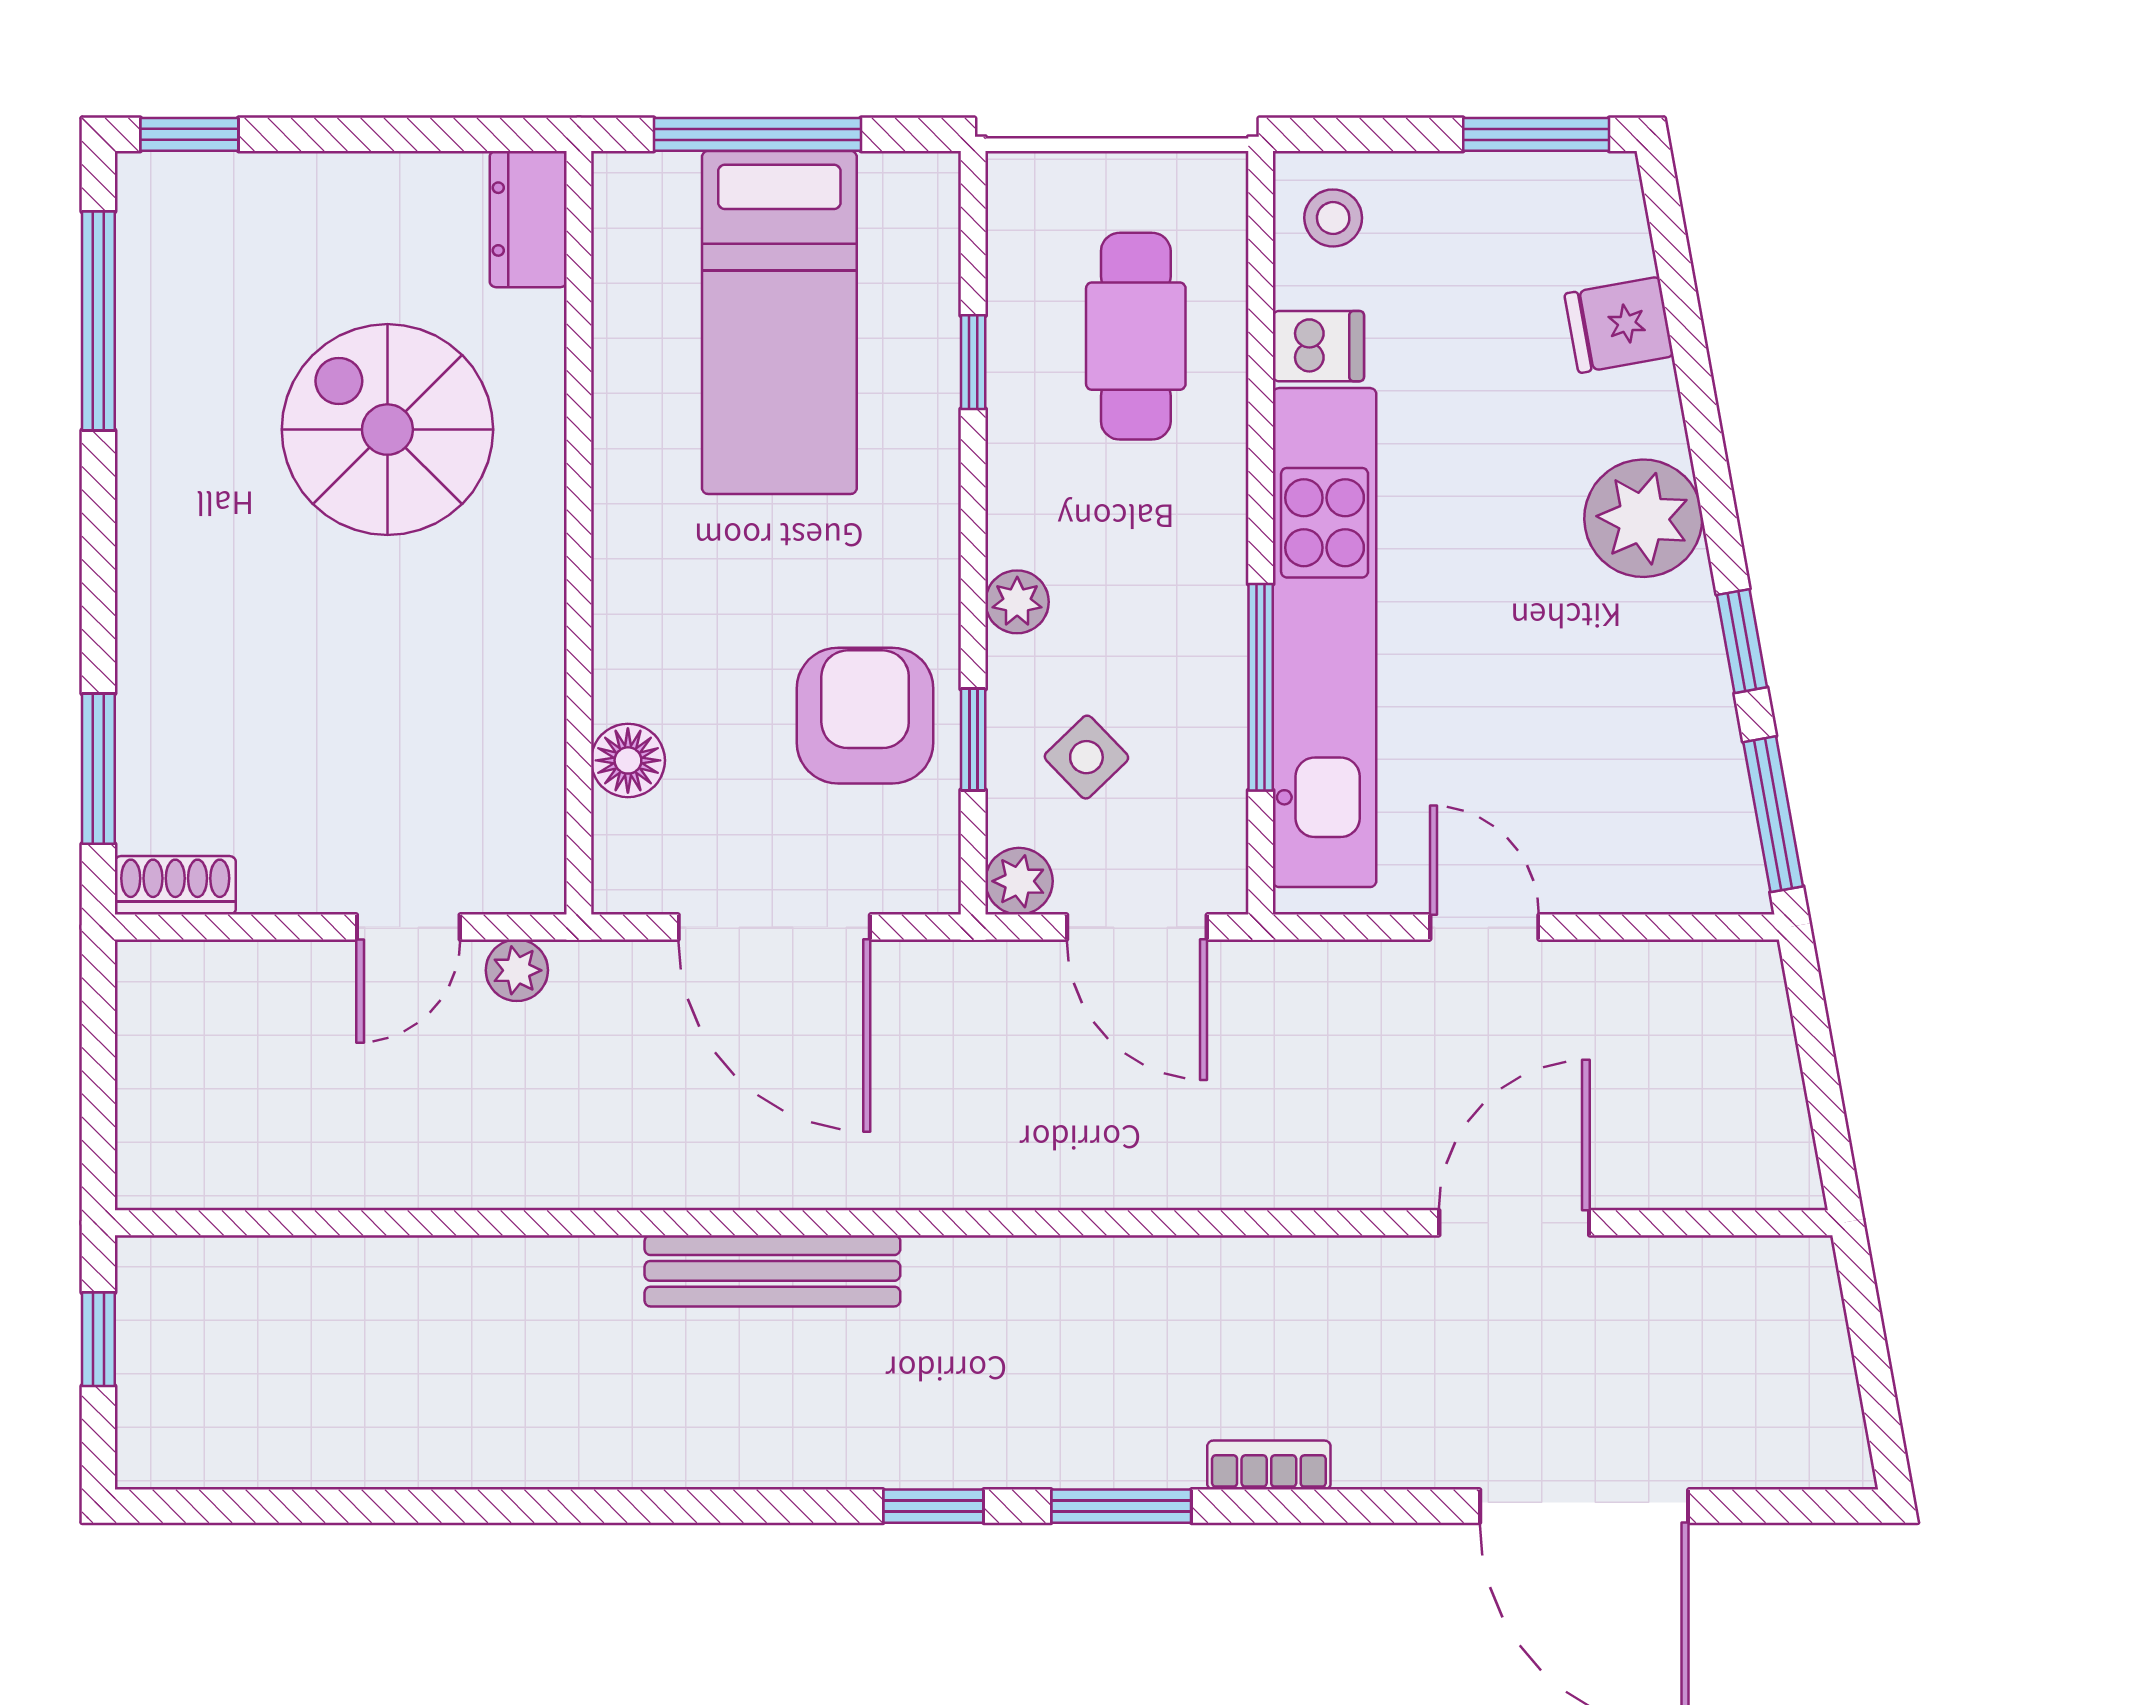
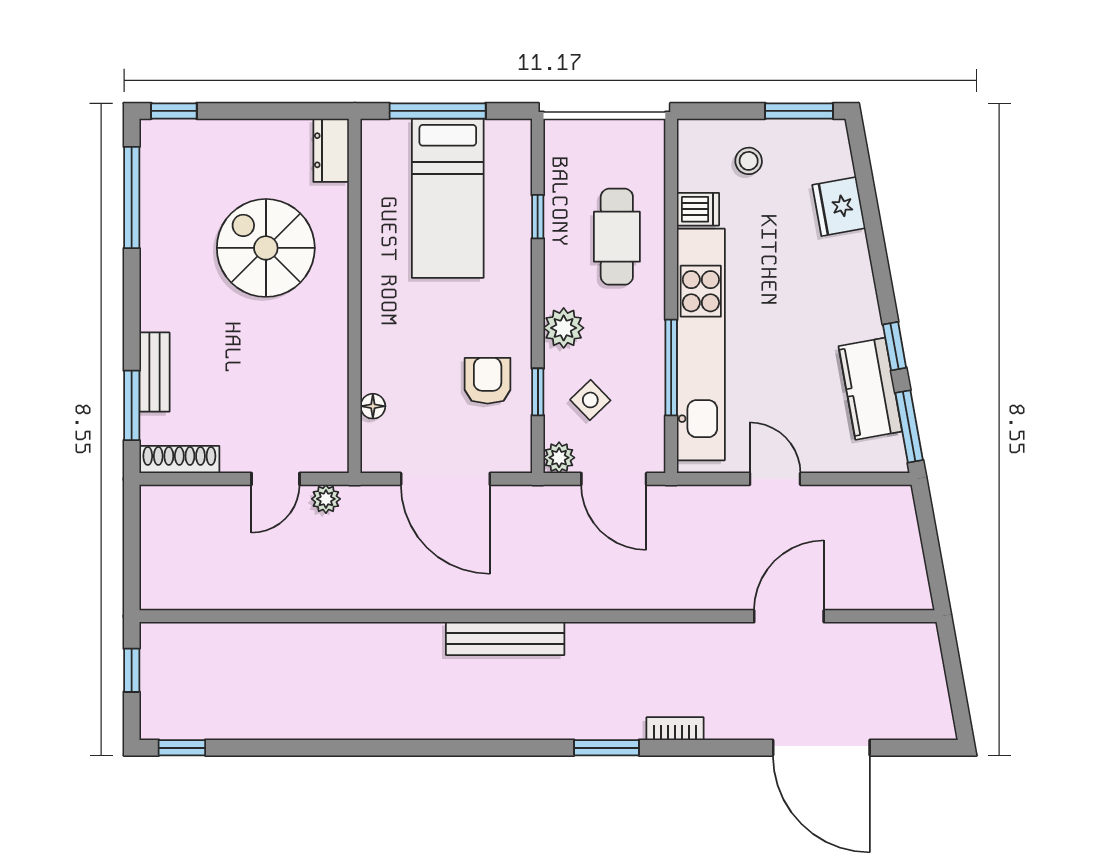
stool: (1333, 218) -> (749, 161), moved
fridge: (1619, 325) -> (839, 207), width x1.38
cafe table: (1136, 336) -> (617, 237), moved
plant: (1643, 518) -> (849, 289), removed
plant: (1017, 602) -> (564, 328), width x1.38, depth x1.38
bench: (147, 697) -> (154, 372), added
armchair: (865, 716) -> (488, 381), width x0.72, depth x0.72
kitchen counter: (1690, 733) -> (870, 389), added
floor lamp: (628, 760) -> (373, 406), width x0.73, depth x0.73
shoe rack: (175, 885) -> (179, 460), width x1.43
bench: (772, 1271) -> (505, 638), moved
window: (933, 1506) -> (182, 748), moved

